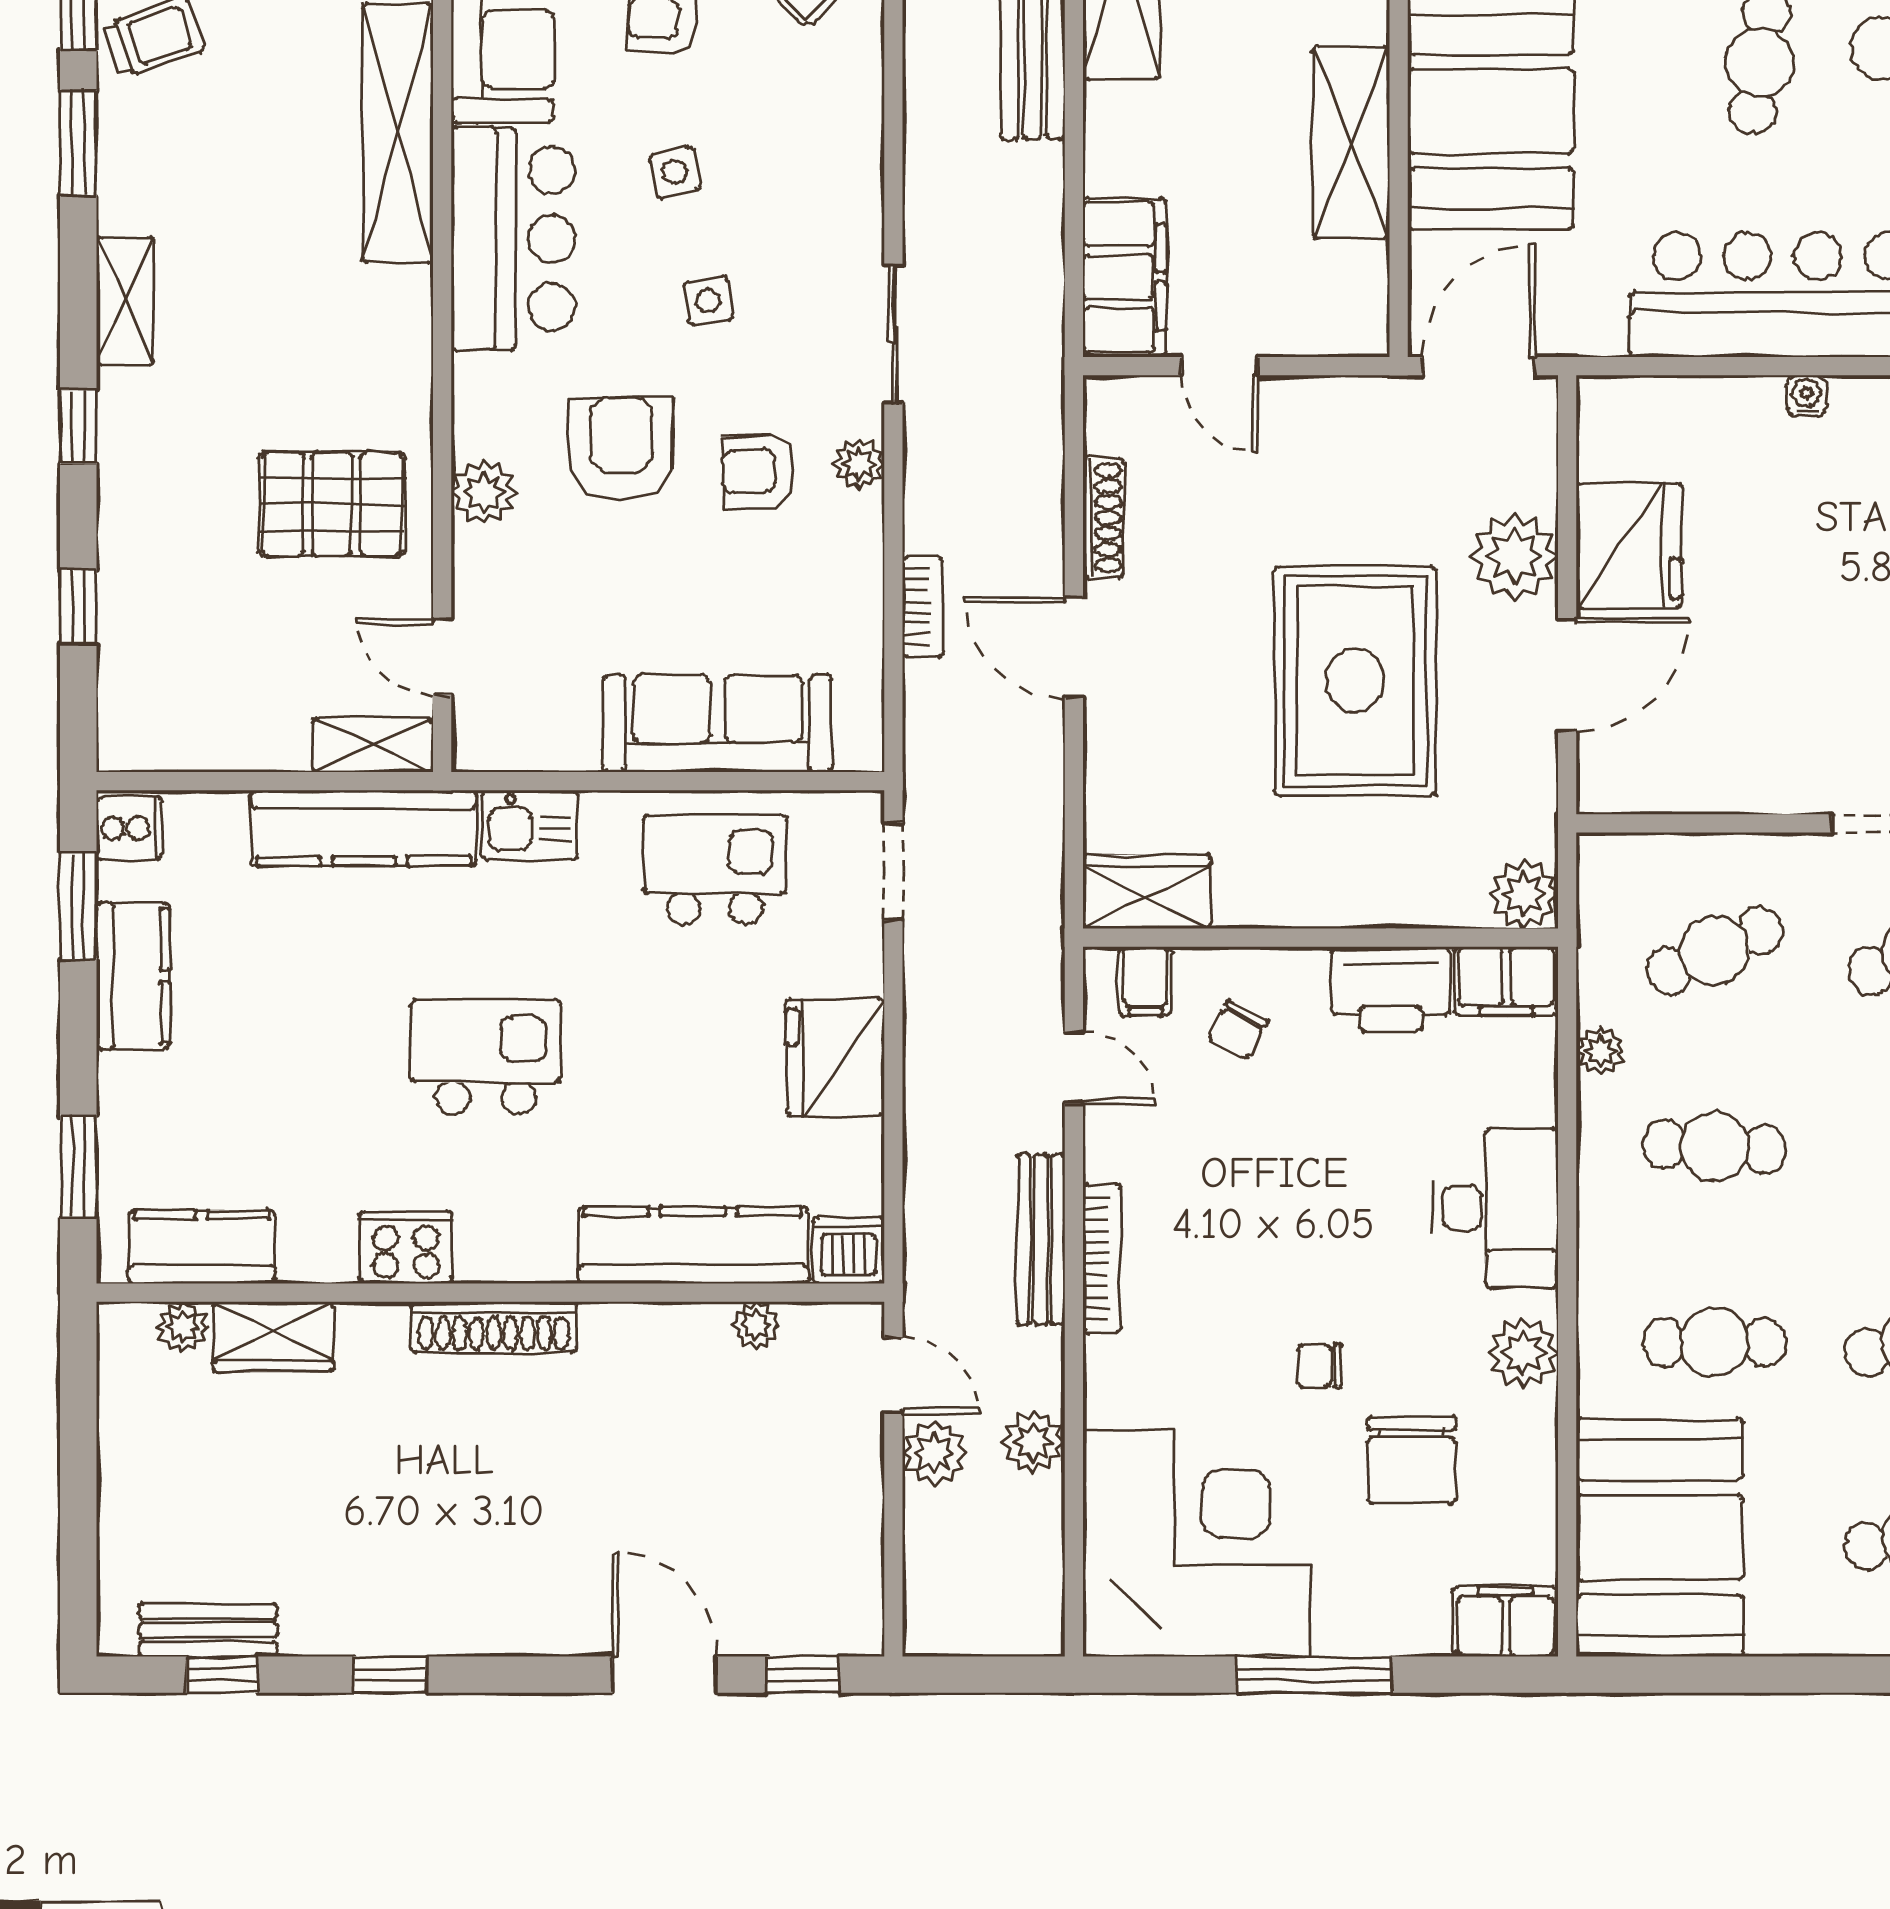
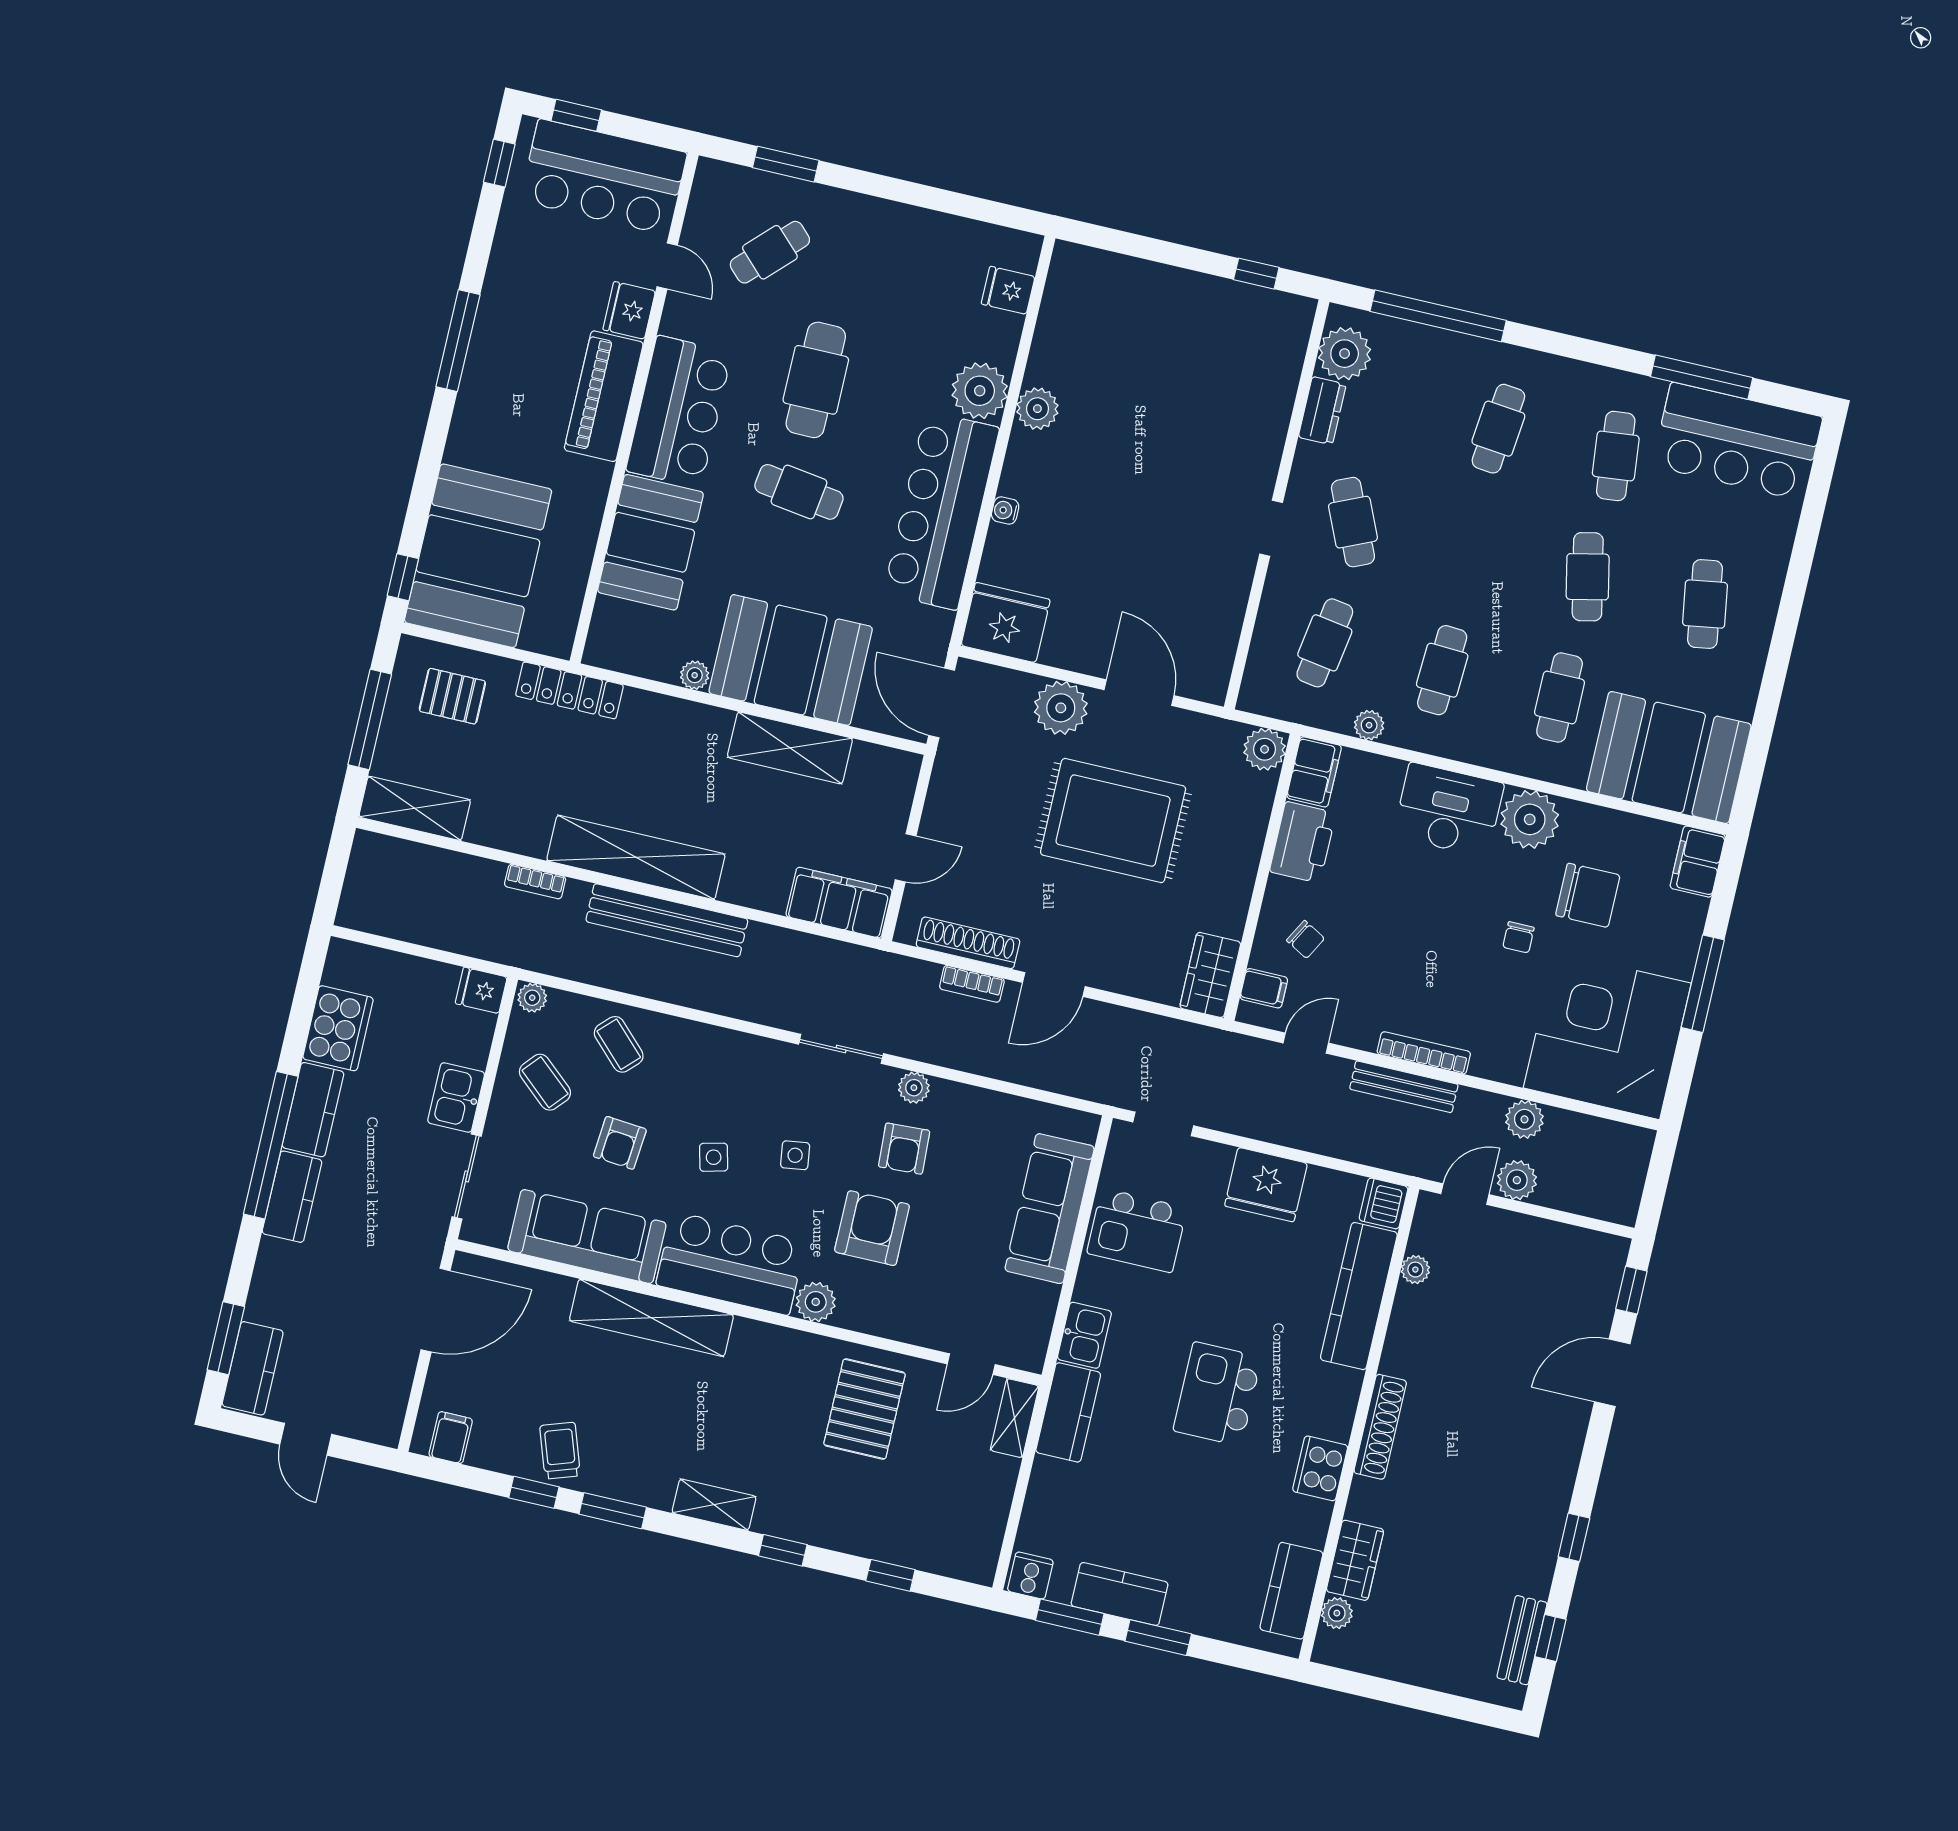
armchair: (621, 449) -> (872, 1228), turned 90
plant: (484, 492) -> (816, 1302), moved
shoe rack: (1103, 518) -> (968, 943), width x1.36, depth x1.24
fridge: (1629, 546) -> (1006, 622), moved
bookcase: (923, 607) -> (972, 984), moved, turned 180
kitchen counter: (364, 828) -> (1068, 1412), width x0.67
kitchen island: (715, 869) -> (1137, 1230), turned -90
cafe table: (1714, 951) -> (1325, 643), turned 33
window: (78, 1166) -> (1158, 1638), moved
plant: (1523, 1353) -> (1530, 819), width x1.36, depth x1.36

